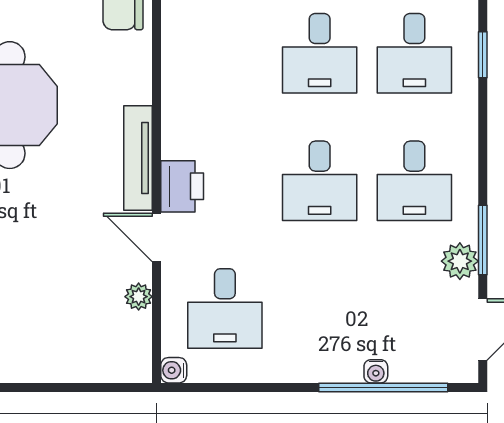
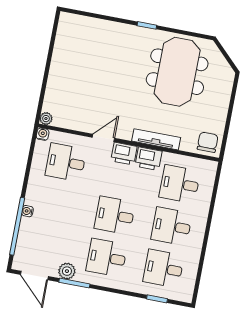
desk: (225, 53) -> (180, 184), added
printer: (183, 131) -> (149, 159), added
tv unit: (138, 158) -> (156, 139), moved
plant: (139, 297) -> (46, 119), moved
water cooler: (376, 371) -> (27, 211), moved

